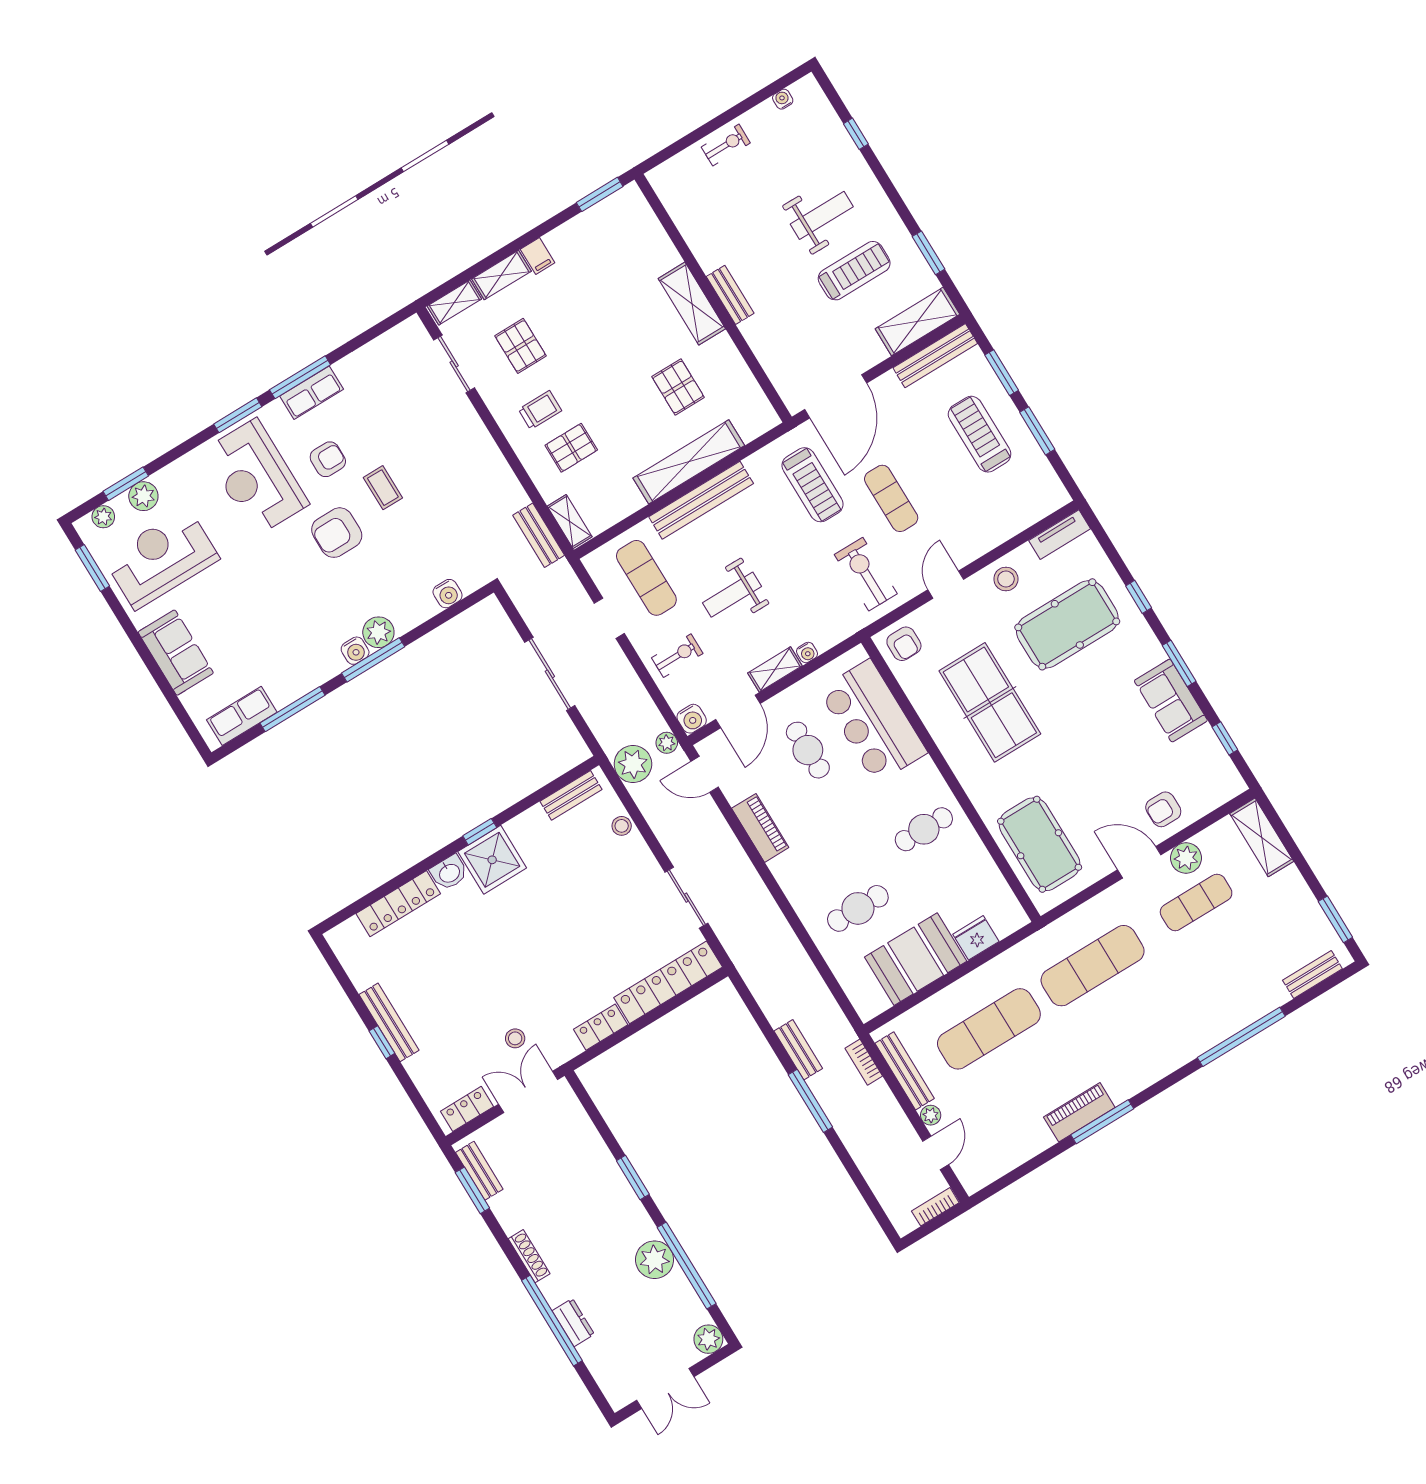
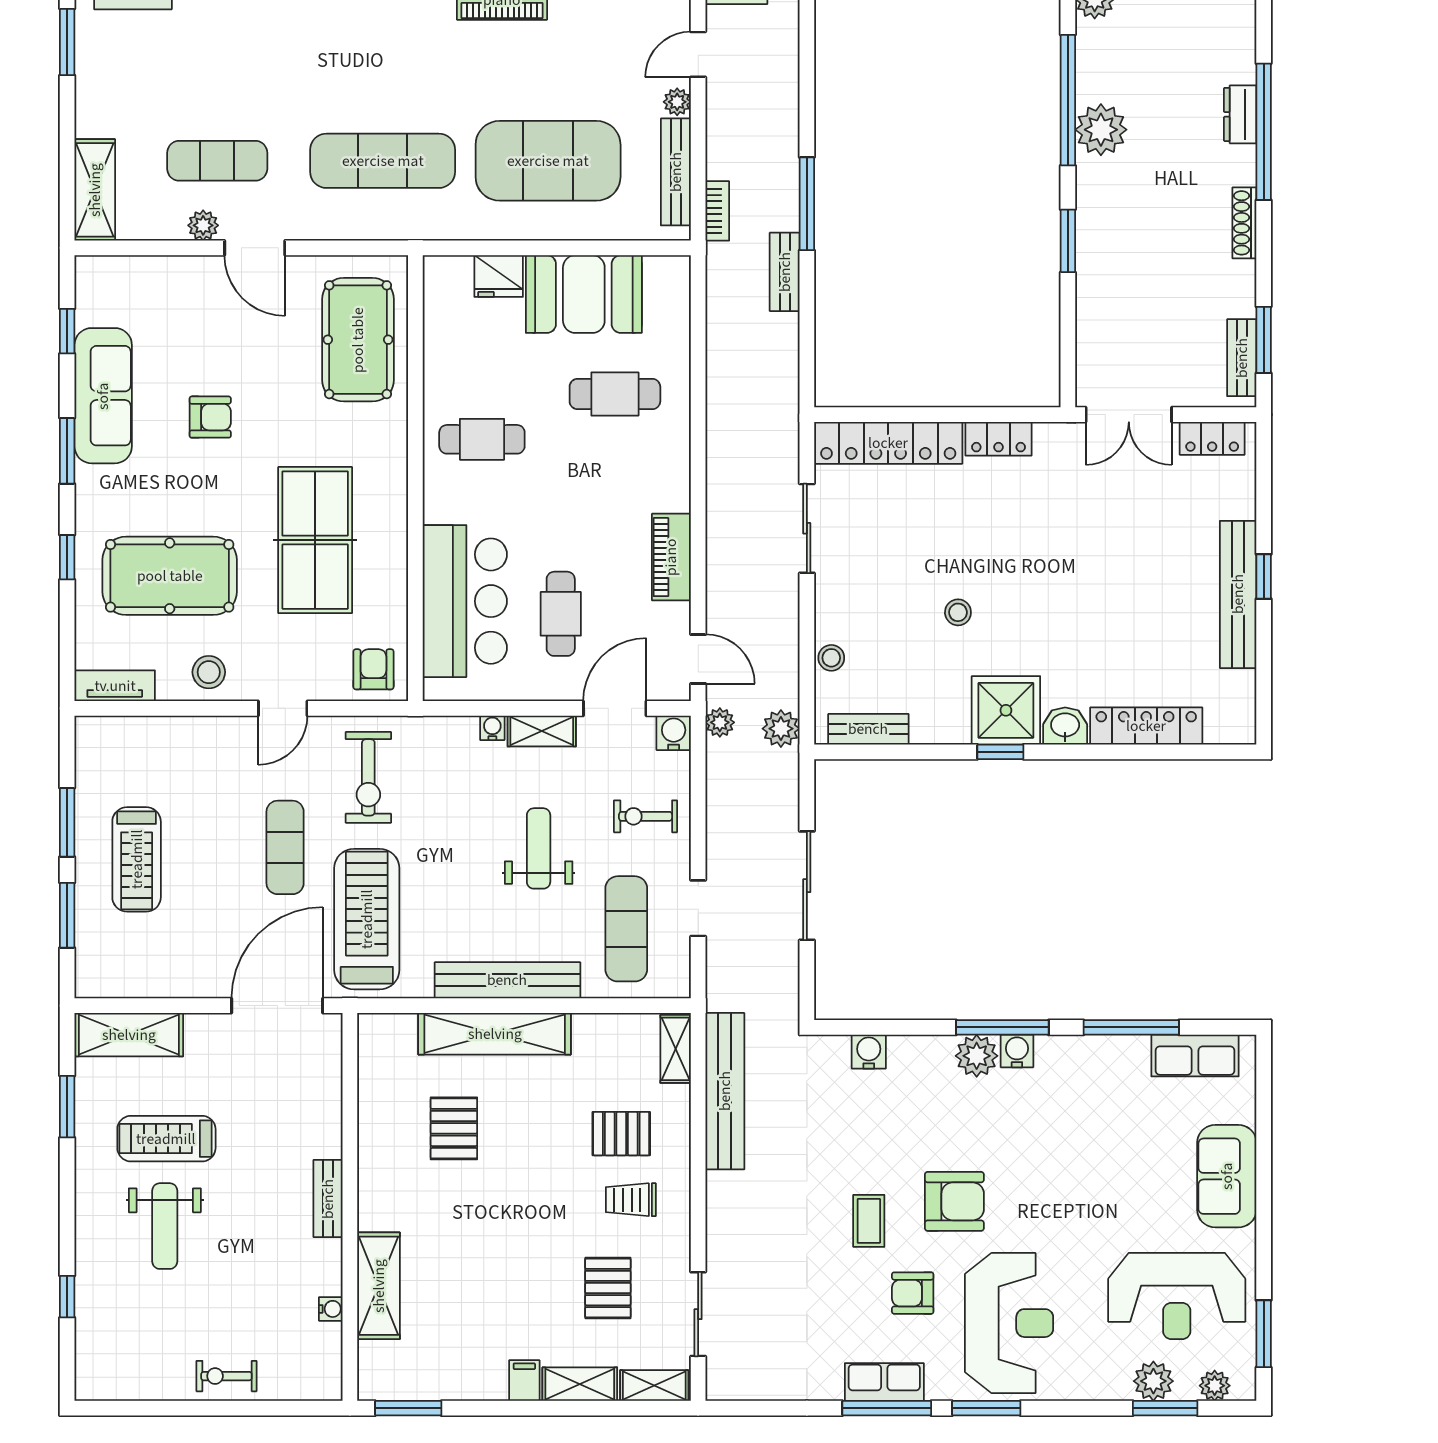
water cooler: (783, 99) -> (331, 1309), moved, turned -90
weight bench: (822, 215) -> (165, 1226), turned -90
shelving: (692, 304) -> (379, 1286), moved
bench: (935, 356) -> (132, 982), removed
treadmill: (813, 485) -> (367, 919), width x1.37, depth x1.37
bench: (539, 535) -> (725, 1091), width x1.86, depth x1.21
weight bench: (732, 595) -> (539, 848), turned -90
sofa: (1171, 701) -> (103, 396), width x1.36
plant: (633, 764) -> (781, 729), width x0.73, depth x0.73
armchair: (1163, 809) -> (210, 417), moved
plant: (1186, 858) -> (203, 225), width x0.73, depth x0.73
bench: (389, 1022) -> (1238, 594), width x1.37, depth x1.21
exercise mat: (989, 1029) -> (548, 161), width x1.47
stool: (515, 1038) -> (958, 612), moved

